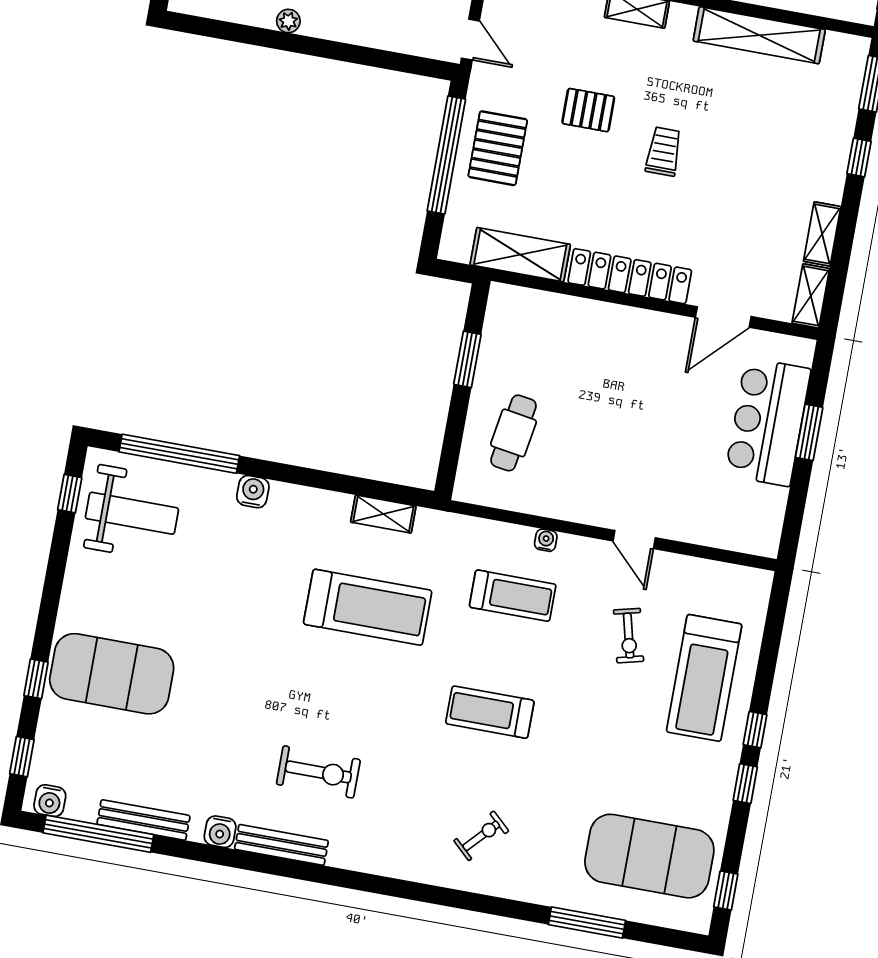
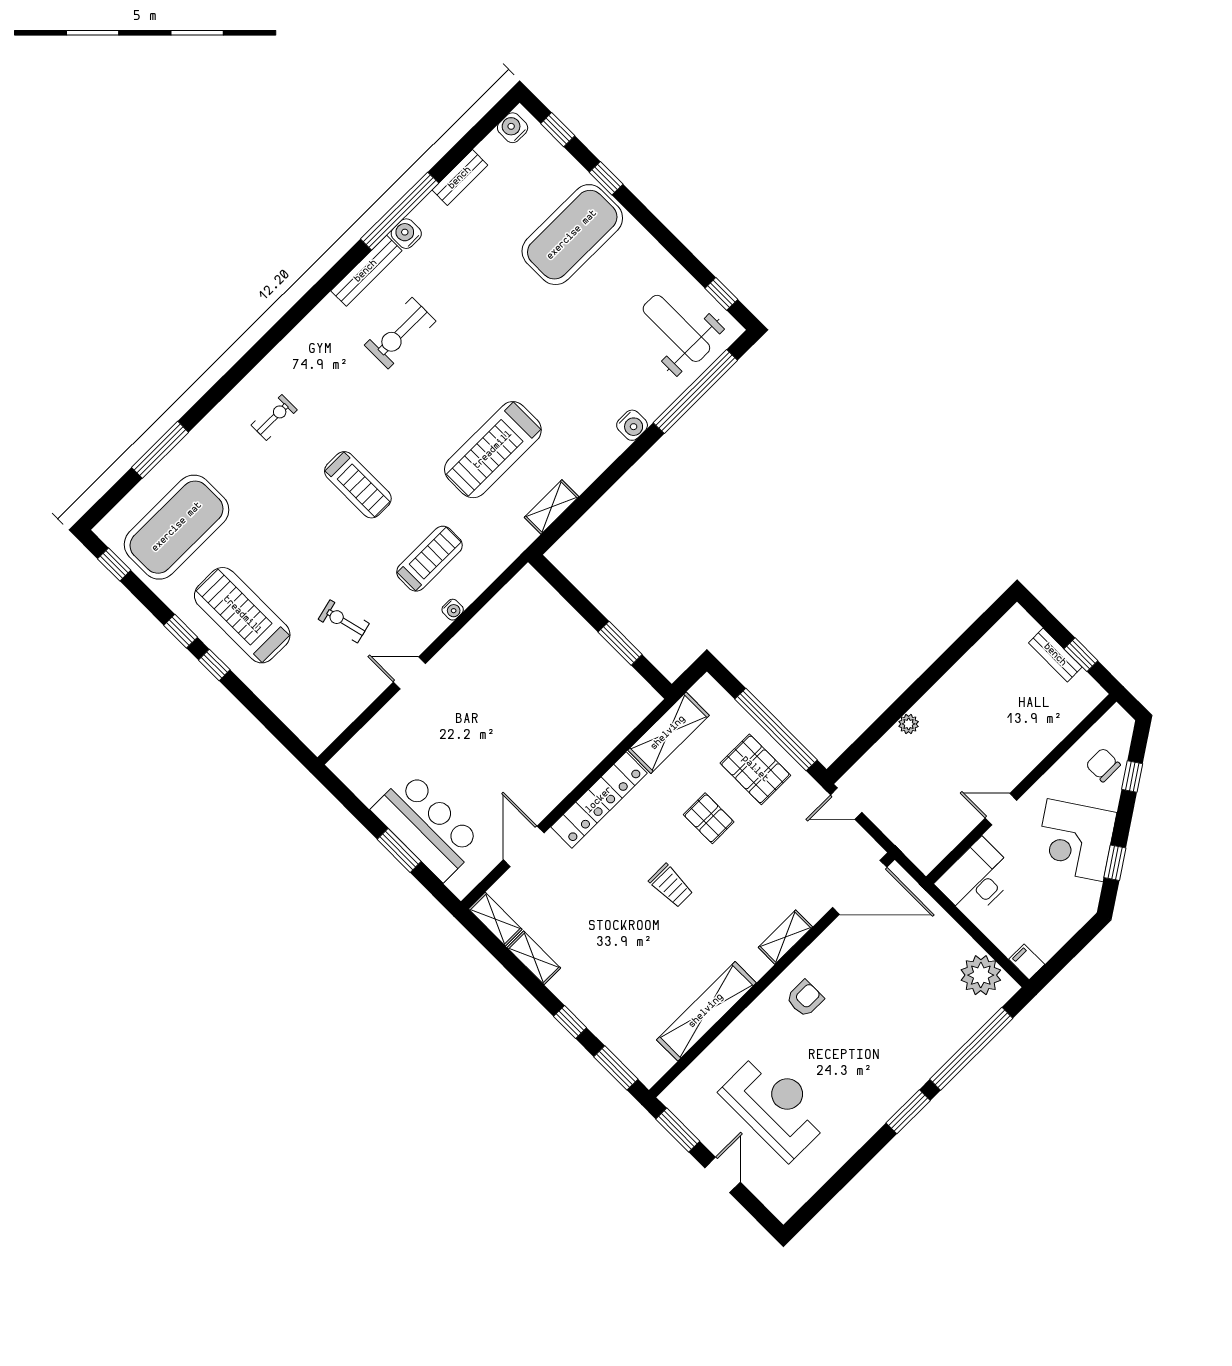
plant: (288, 21) -> (909, 724), moved
pallet: (588, 110) -> (709, 818), moved, turned 90
cafe table: (513, 433) -> (545, 640), removed
weight bench: (132, 513) -> (676, 328), turned 90
treadmill: (513, 596) -> (429, 559), turned 180
treadmill: (704, 678) -> (242, 615), moved
treadmill: (490, 712) -> (358, 485), turned 90
bench: (143, 820) -> (460, 178), width x0.73
window: (98, 834) -> (400, 211), moved
exercise bike: (481, 836) -> (274, 417), turned -133

